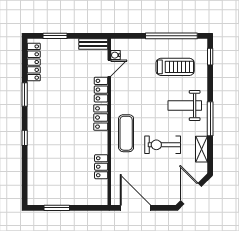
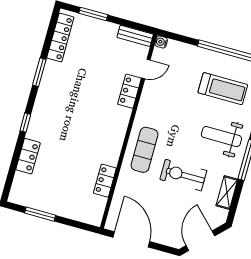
water cooler: (115, 55) -> (161, 42), moved
locker: (101, 118) -> (28, 156), moved, turned 180

